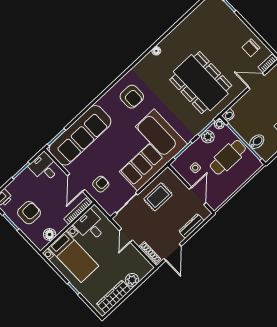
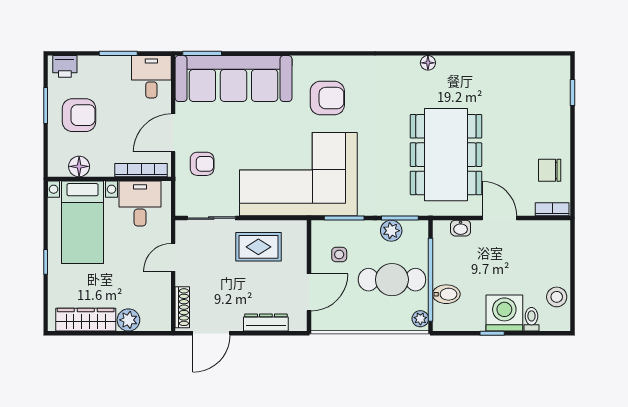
door: (256, 81) -> (499, 218), moved
armchair: (132, 97) -> (327, 98), moved, turned -90
washbasin: (229, 115) -> (461, 228), moved
plant: (219, 124) -> (420, 319), moved

